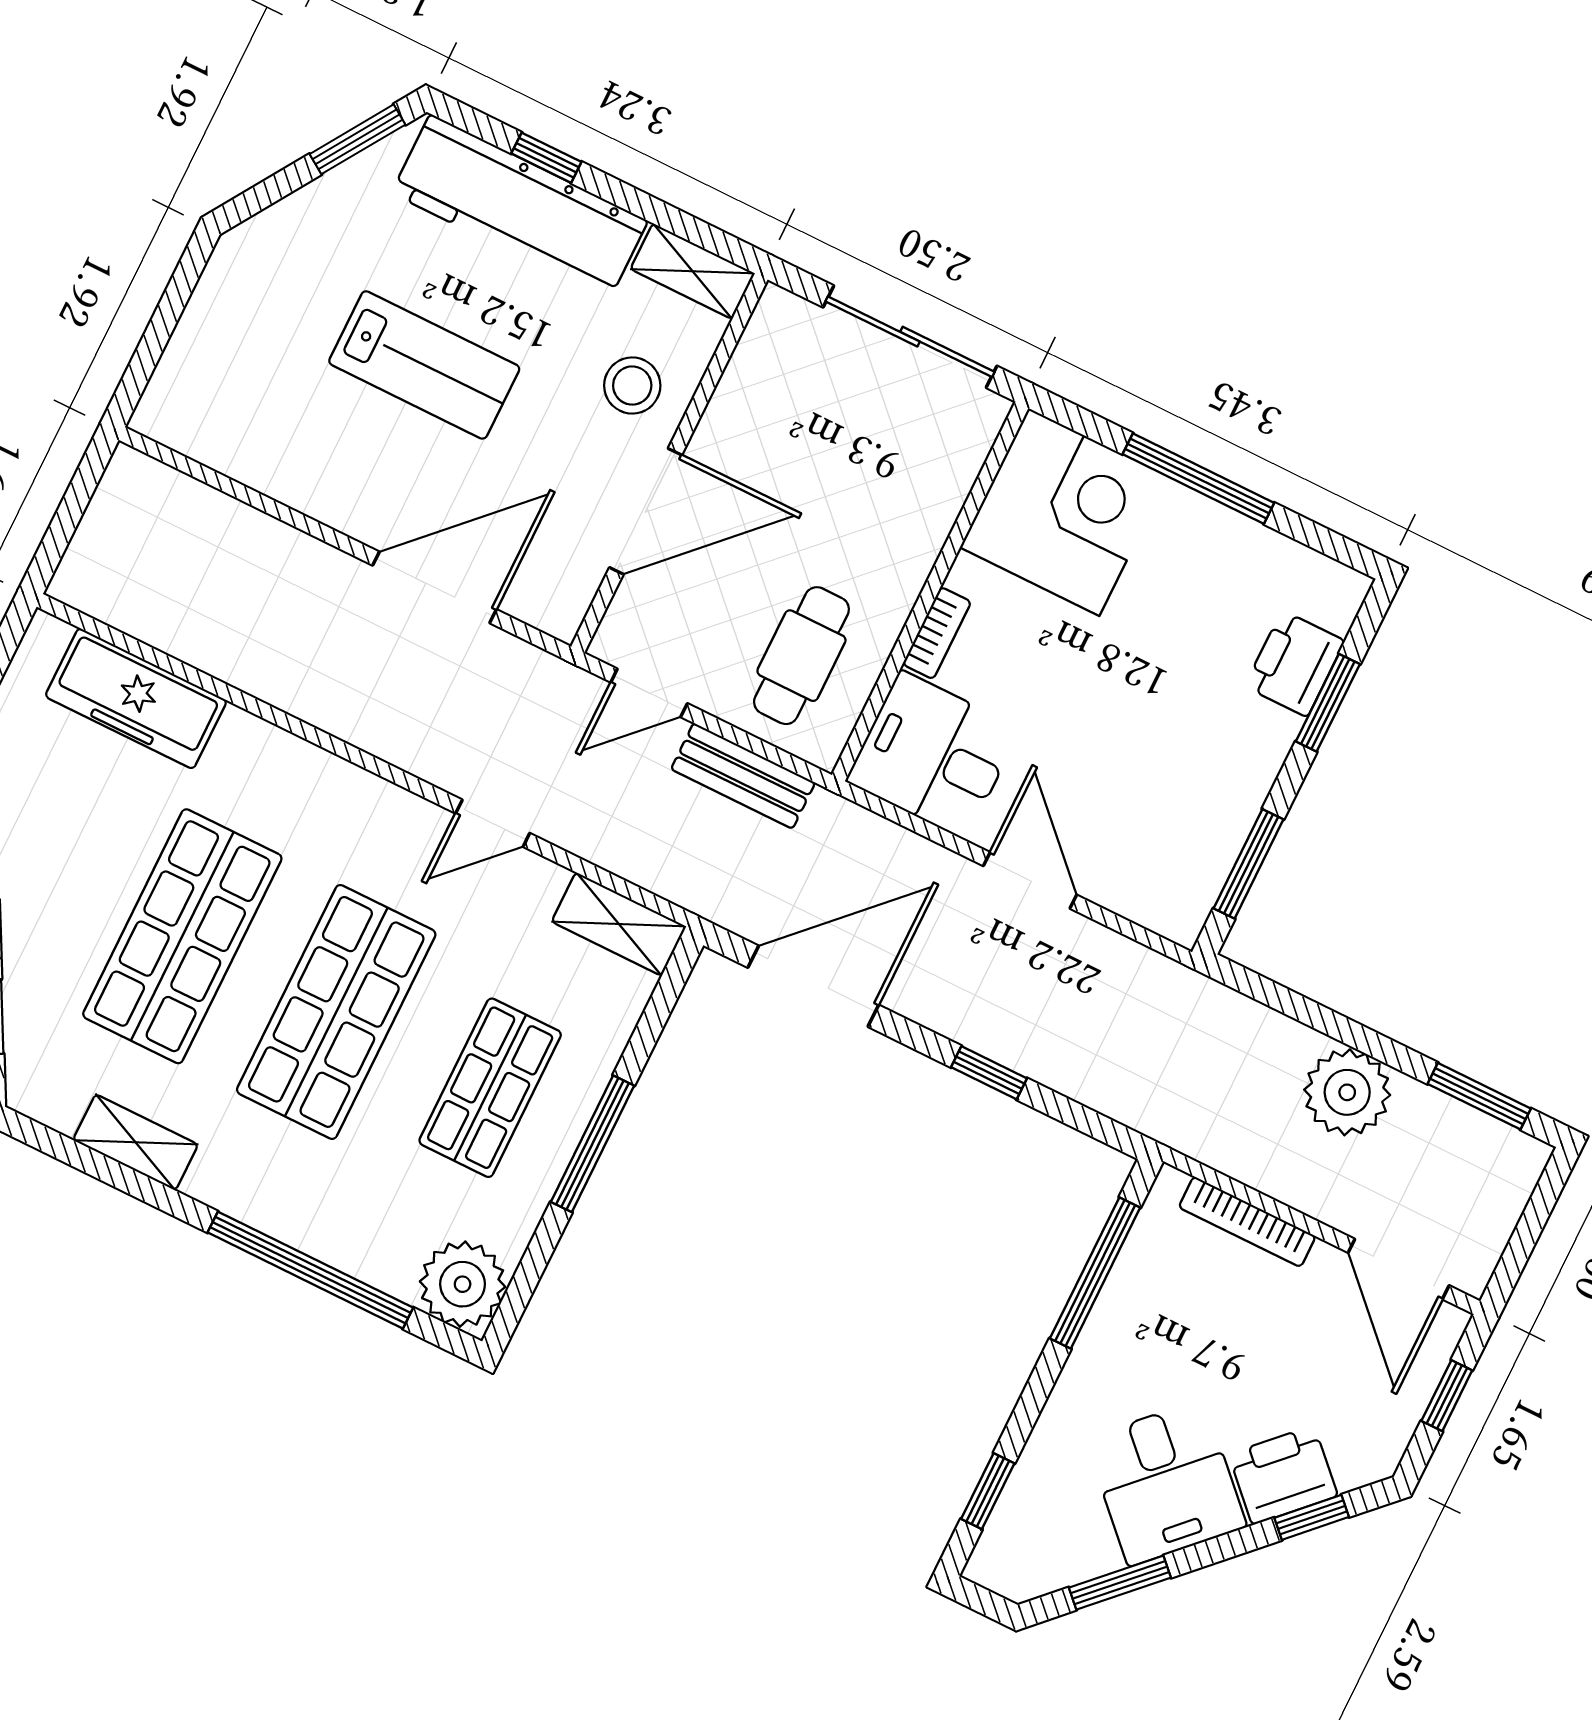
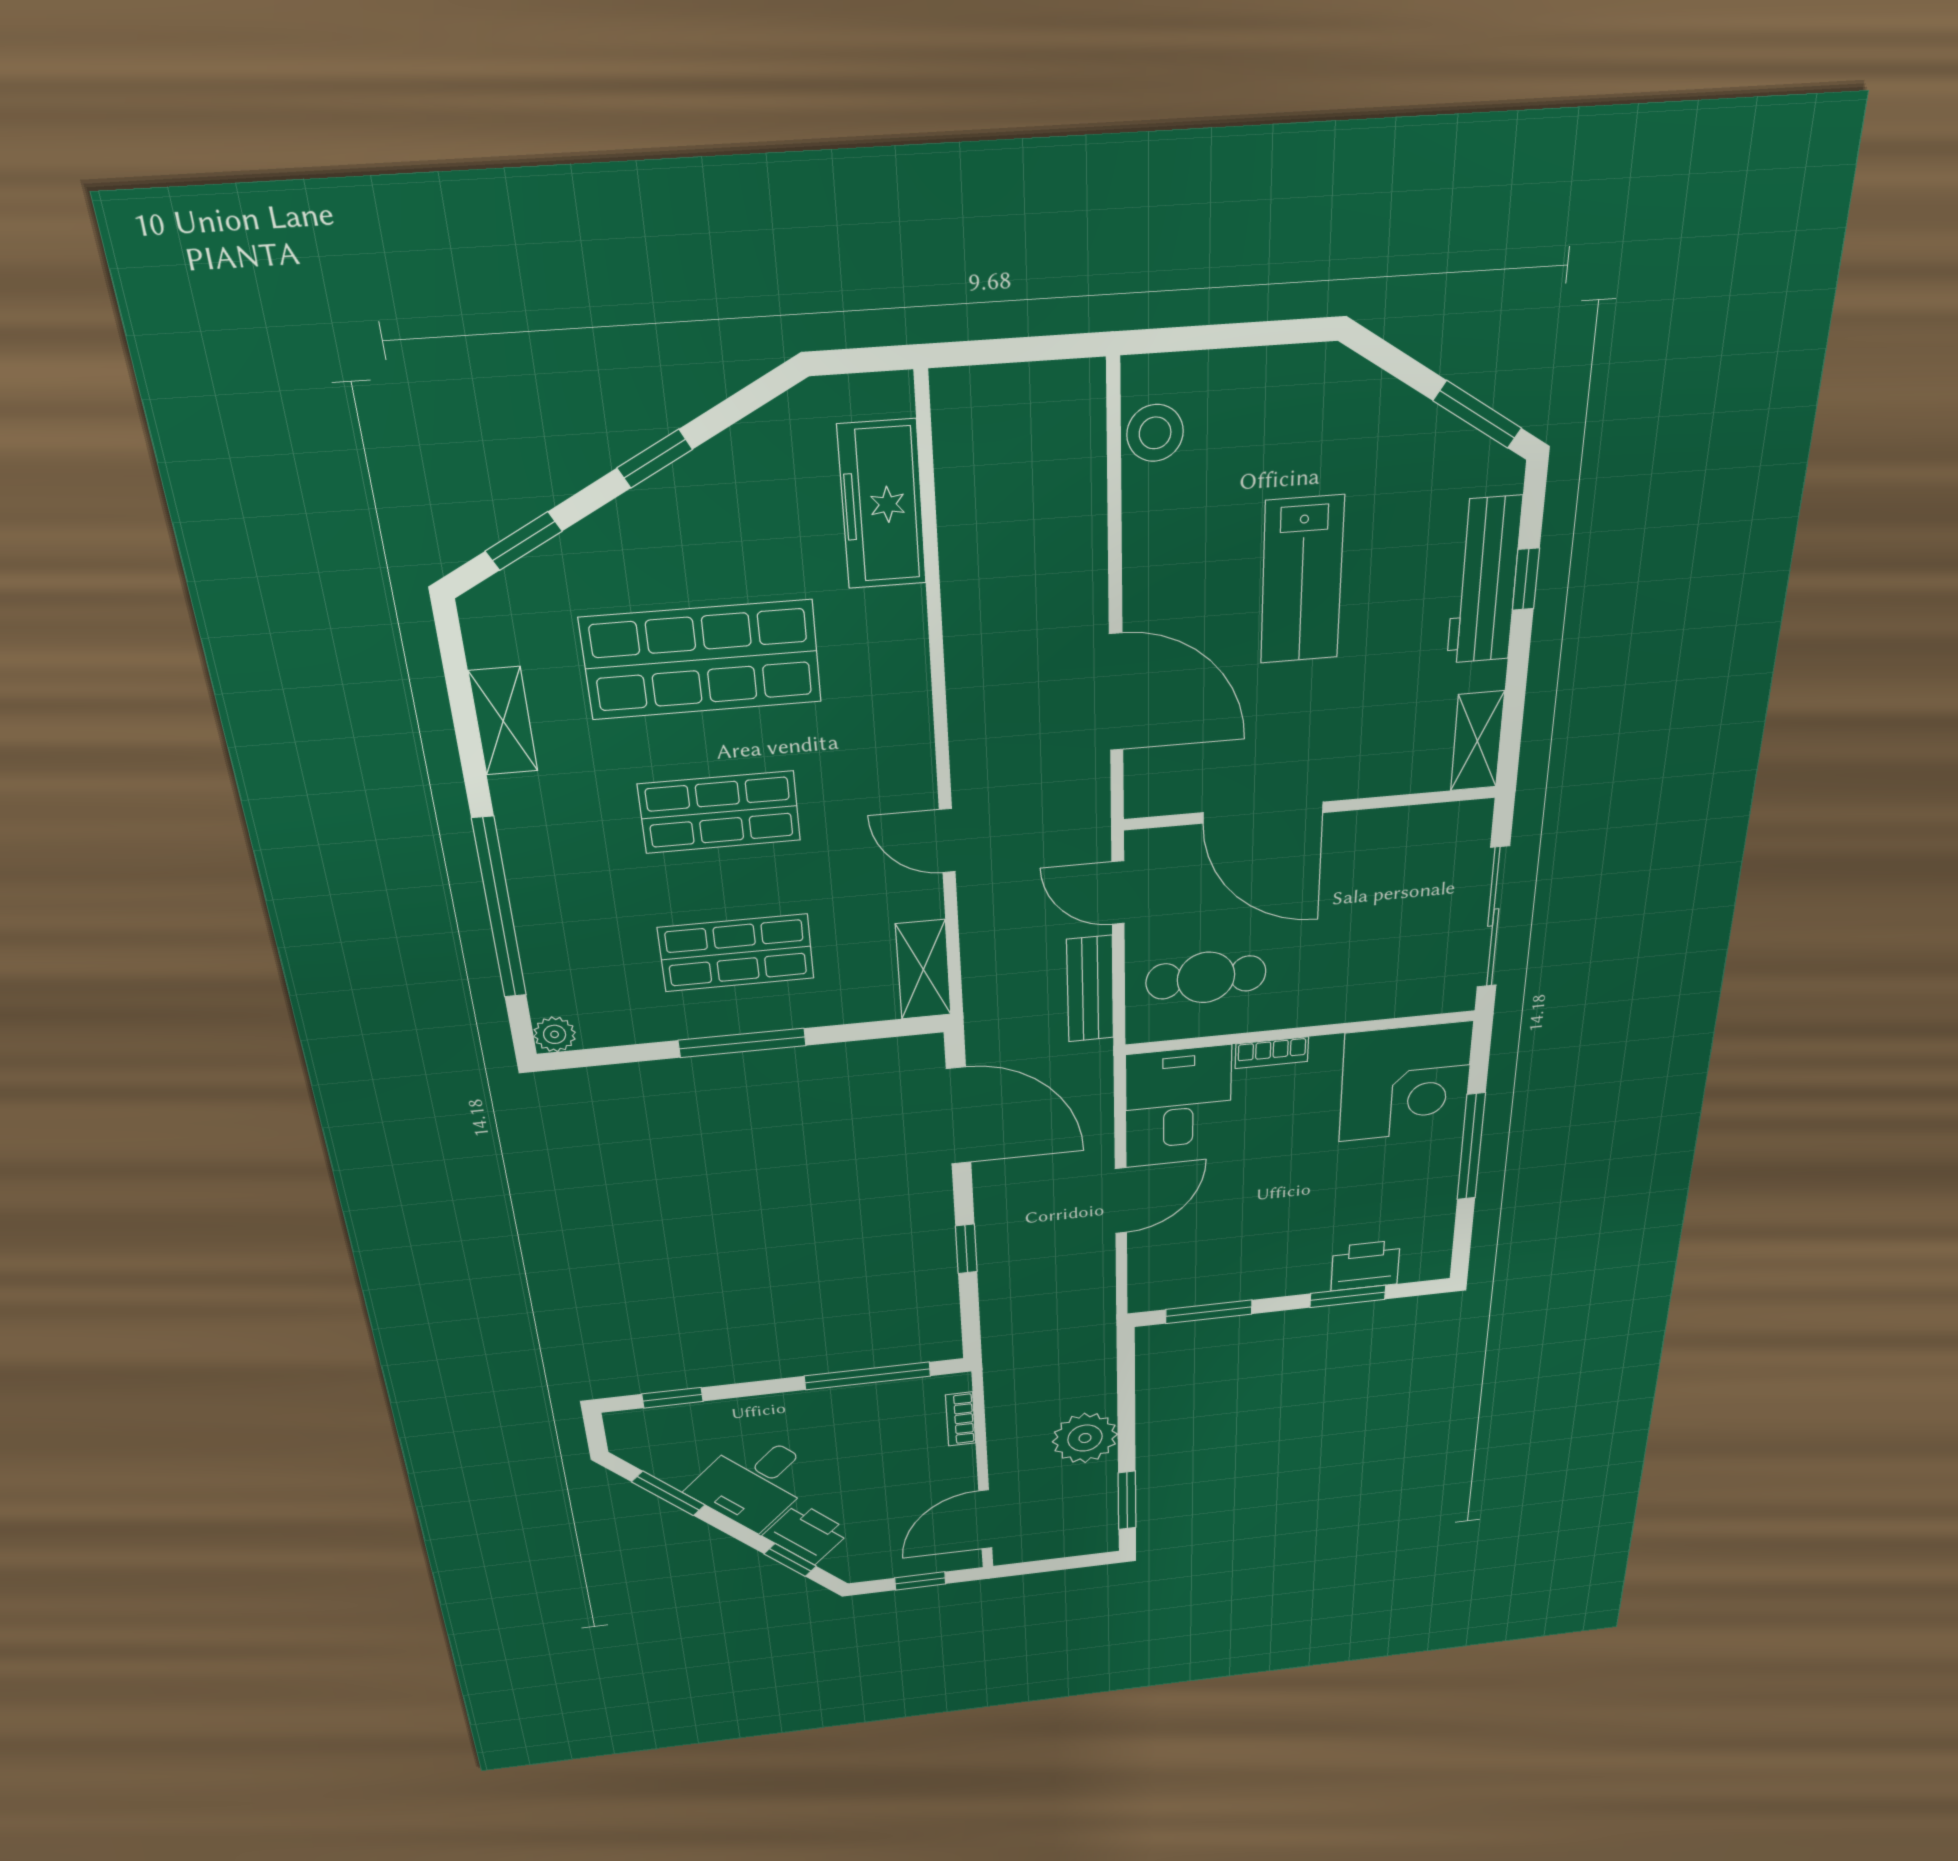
workbench: (520, 207) -> (1484, 581), width x0.73, depth x0.76
stool: (632, 386) -> (1155, 433), moved
shop shelf: (336, 1012) -> (720, 812), width x0.70, depth x0.74
bookcase: (1247, 1222) -> (961, 1419), width x0.64
plant: (463, 1284) -> (555, 1034), width x0.53, depth x0.53

